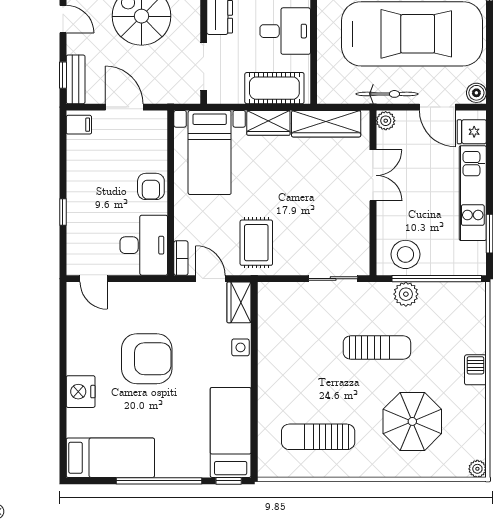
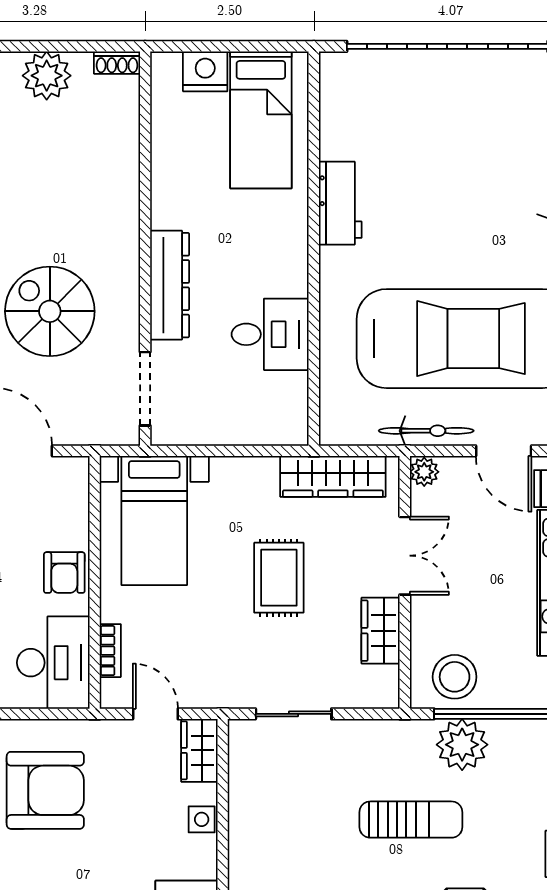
cot: (274, 88) -> (254, 422), removed
wardrobe: (268, 123) -> (381, 631), moved, turned 90
rug: (256, 243) -> (279, 578), moved
bookcase: (181, 258) -> (110, 651), moved
sliding door: (333, 279) -> (294, 714), moved
plant: (406, 294) -> (462, 745), width x1.36, depth x1.36
armchair: (147, 359) -> (45, 790), moved

